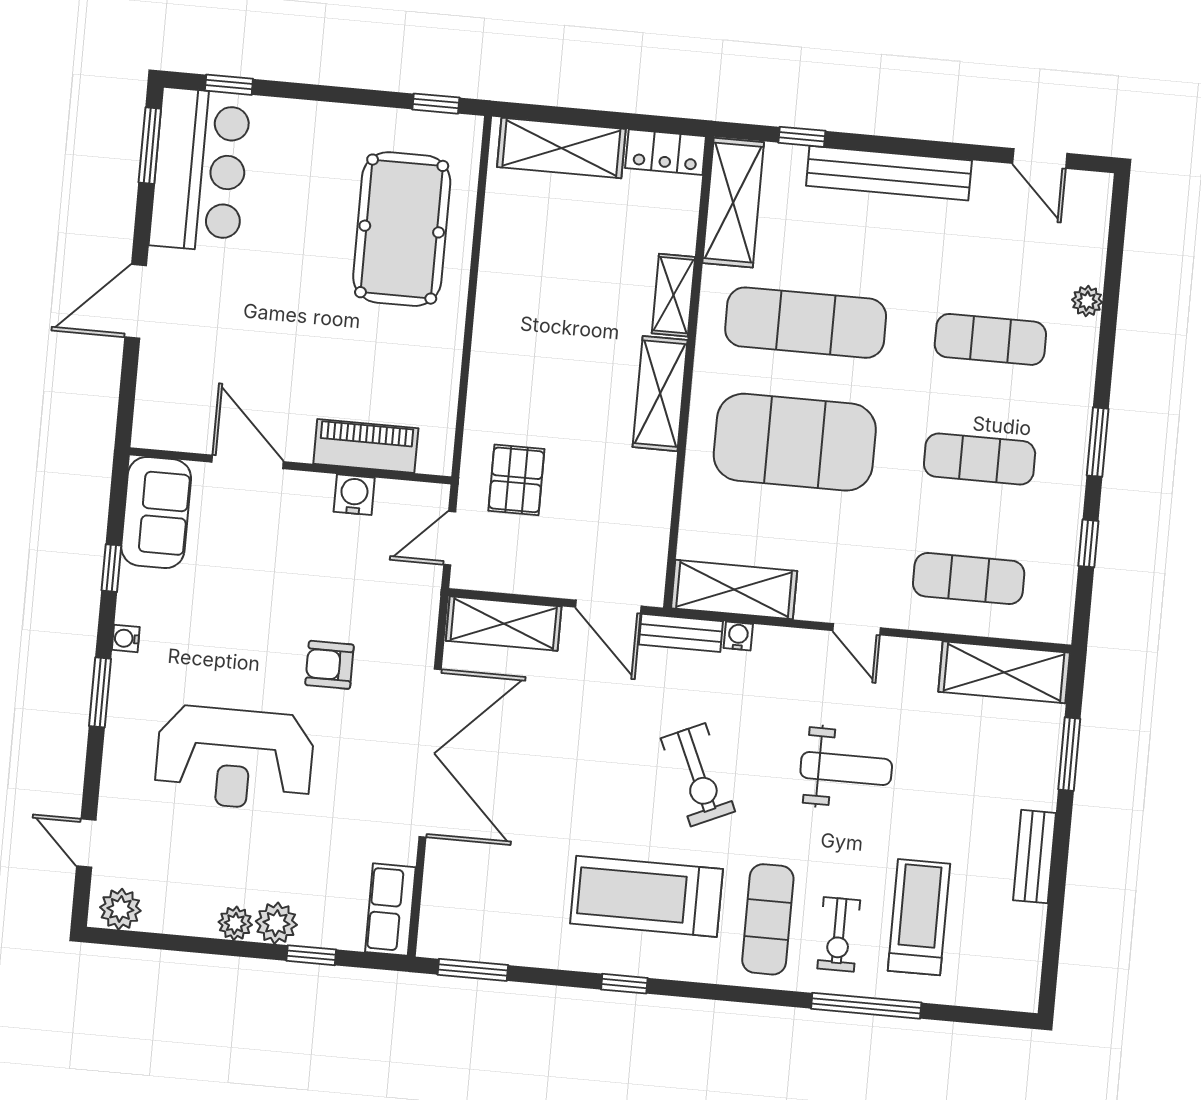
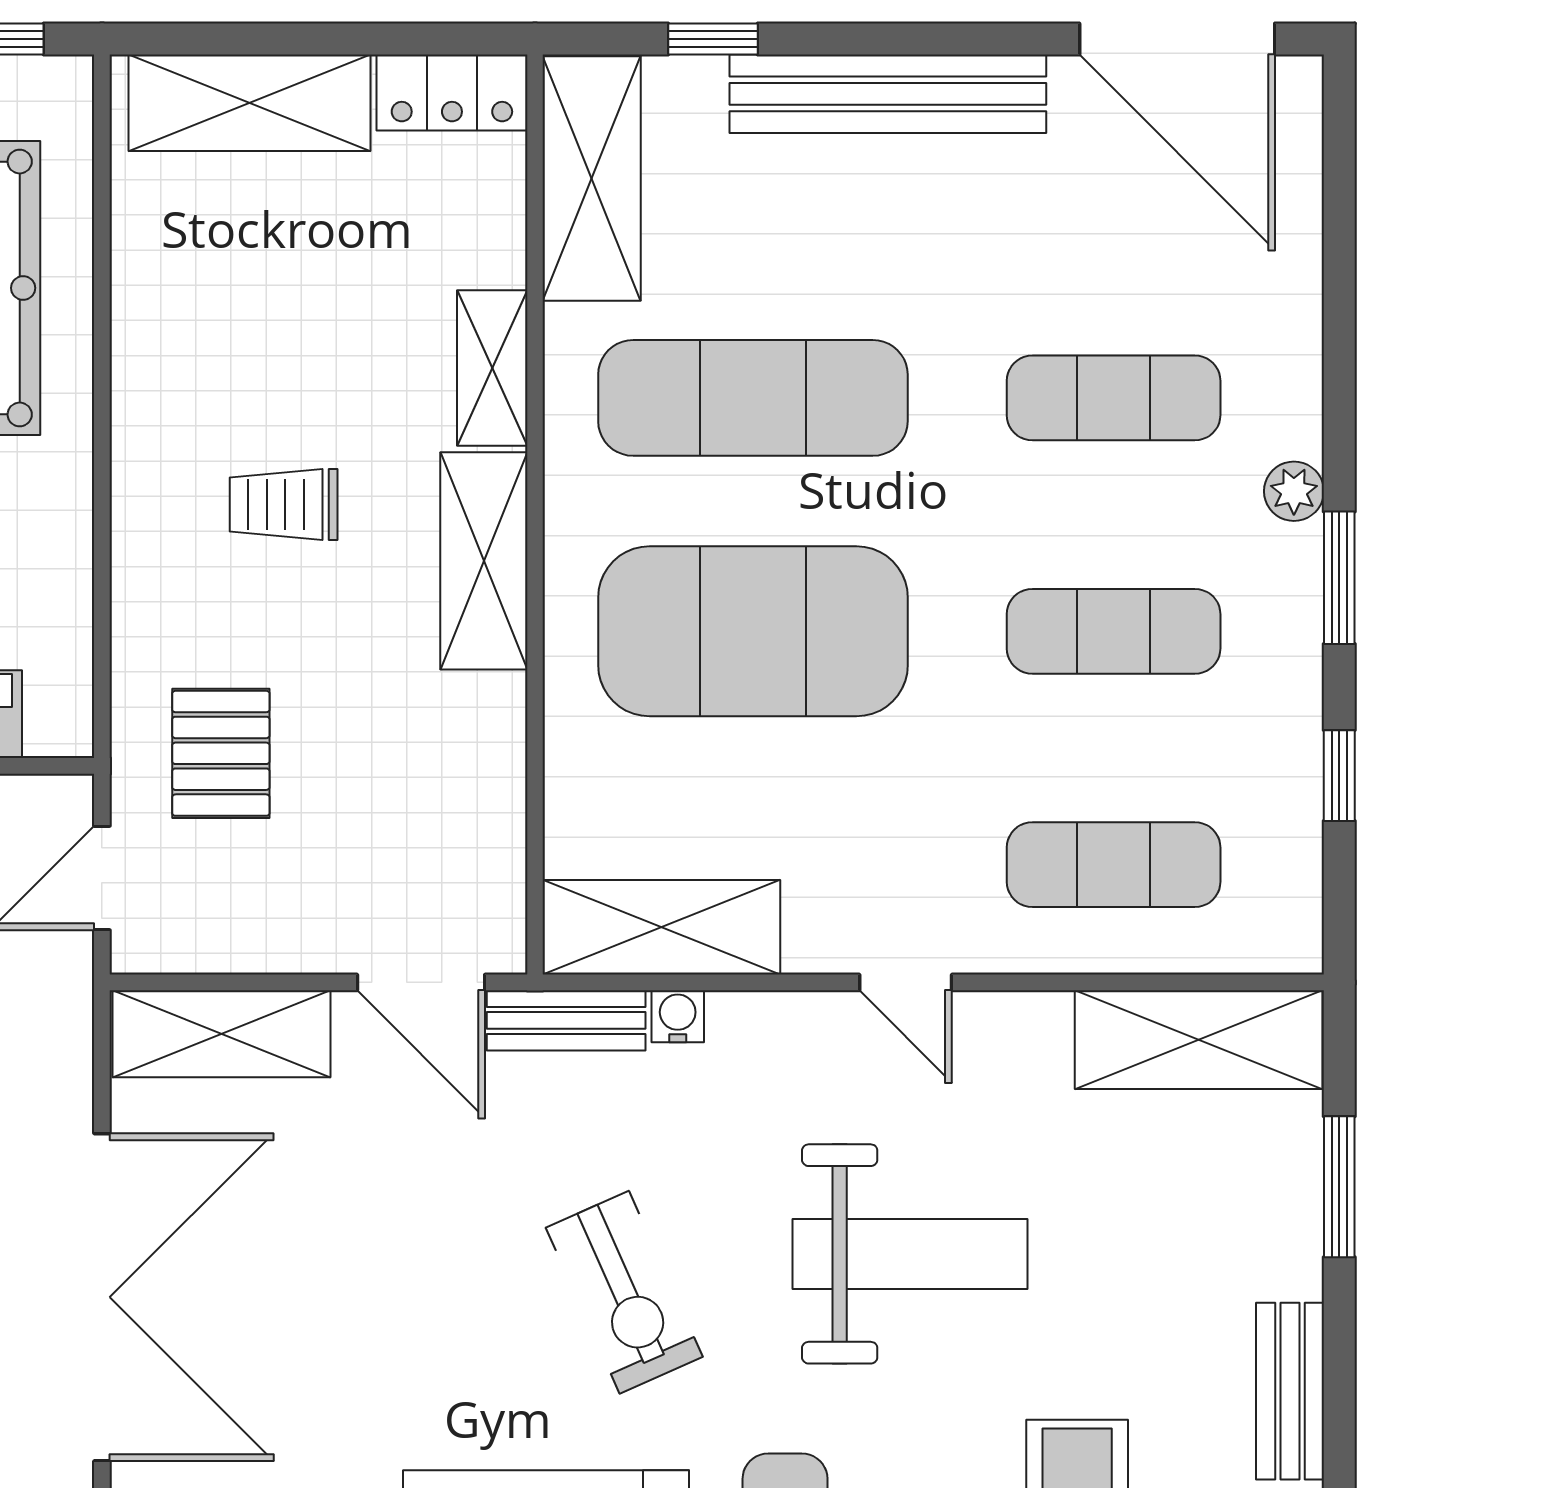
door: (1040, 158) -> (1177, 39), width x1.88
plant: (1087, 301) -> (1294, 491), moved
trolley: (560, 355) -> (284, 505), added
weight bench: (846, 769) -> (910, 1254), width x1.36, depth x1.33

